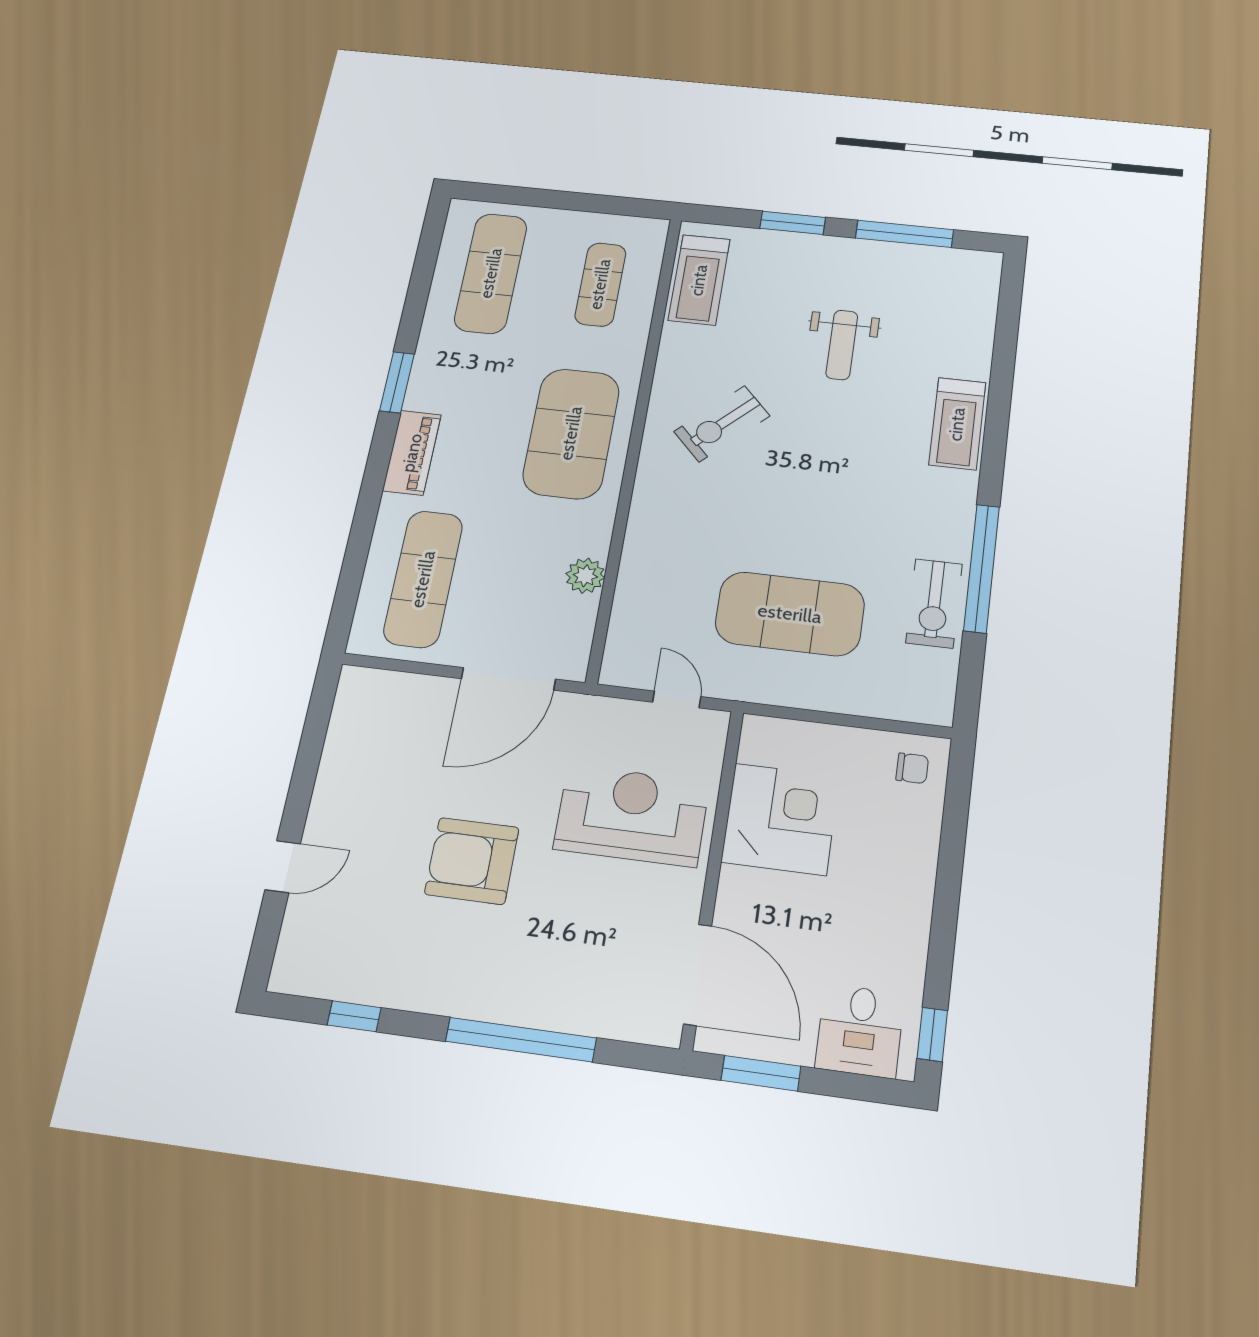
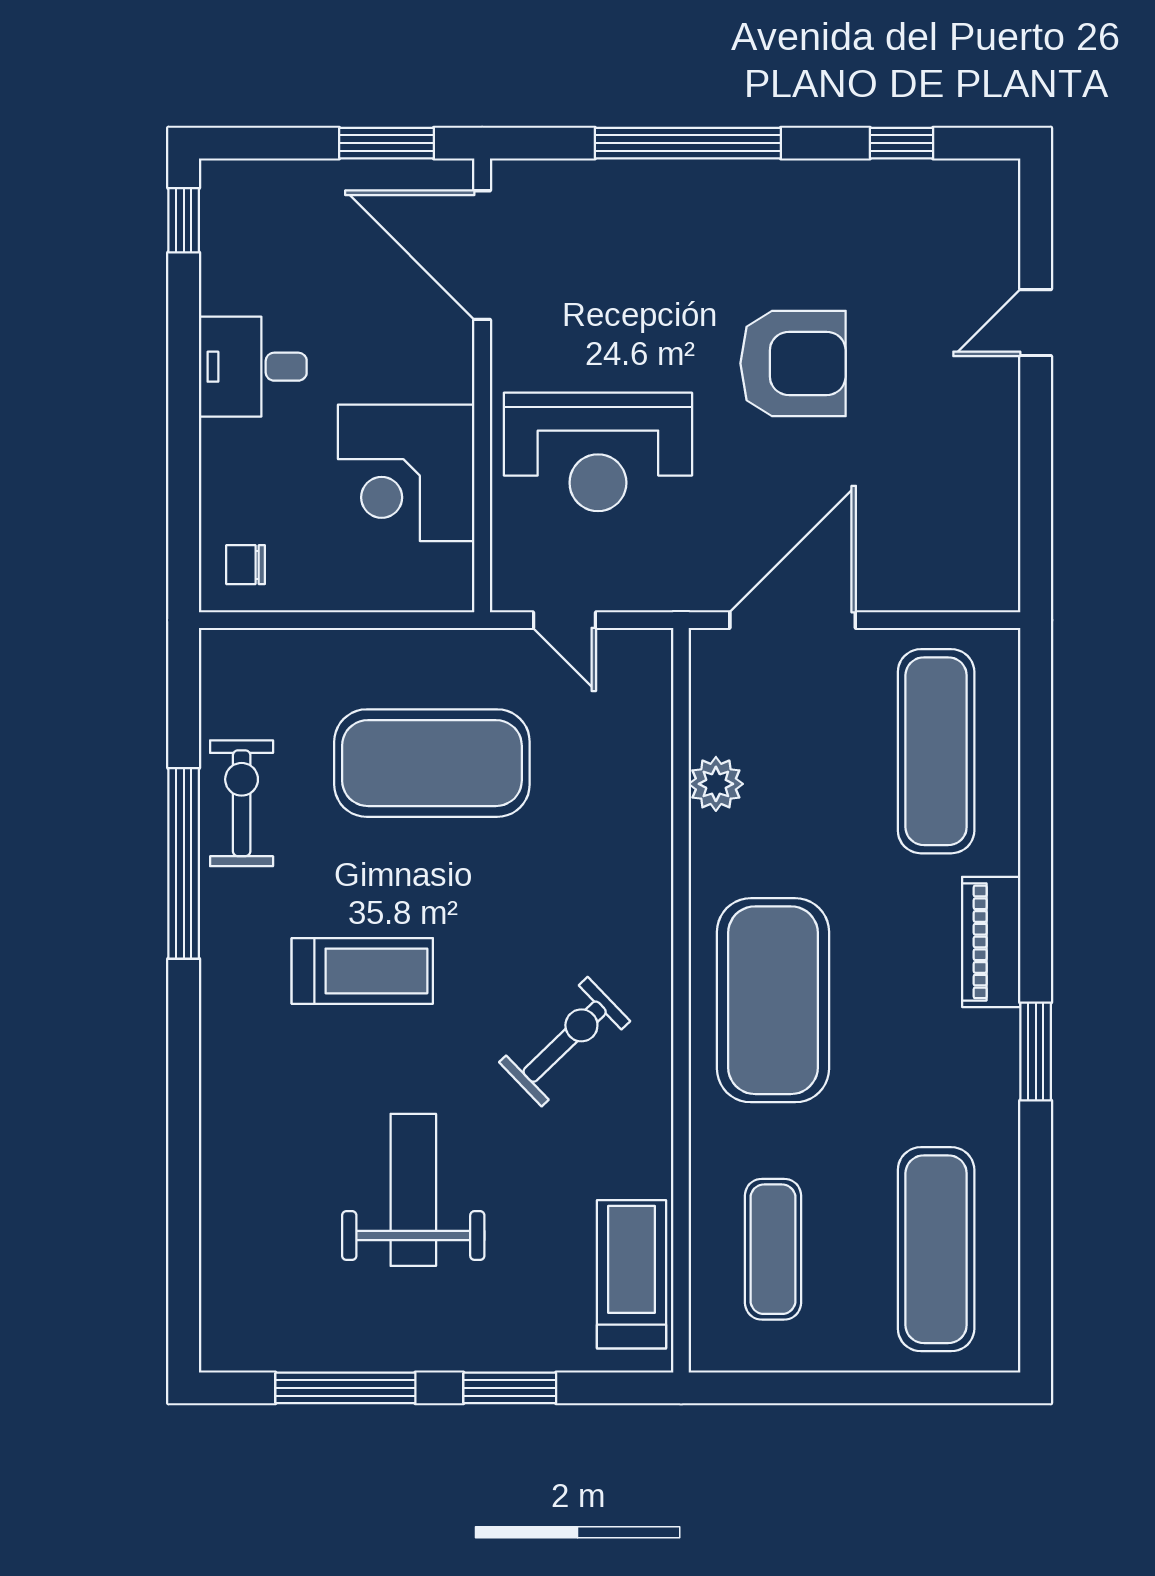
weight bench: (842, 345) -> (413, 1190), width x1.36, depth x1.33
treadmill: (957, 424) -> (362, 971), moved, turned 90
desk: (860, 1031) -> (253, 367), moved, turned -90

